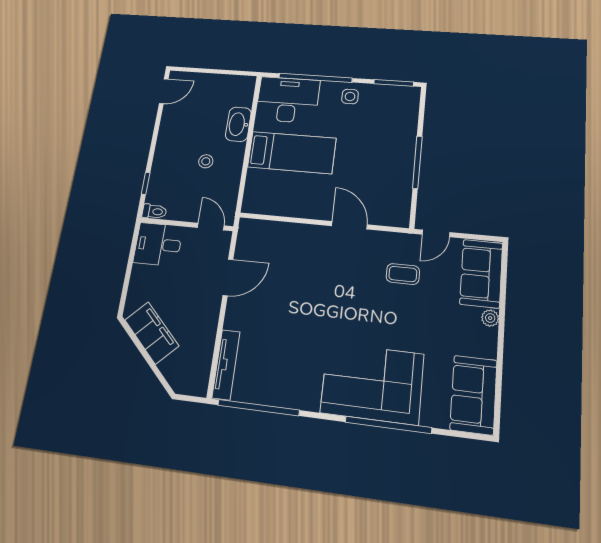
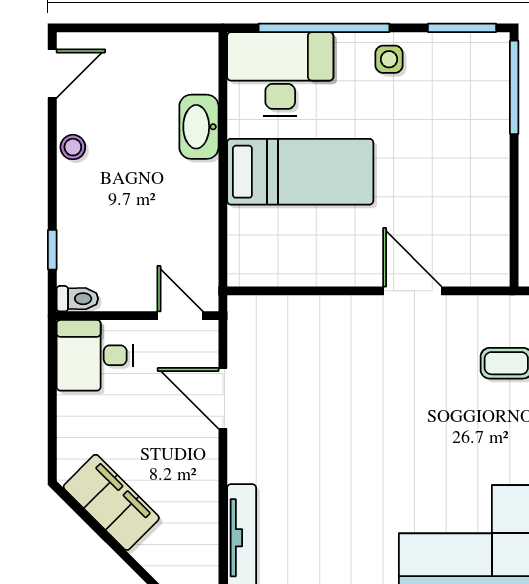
stool: (206, 161) -> (73, 147), moved
window: (417, 162) -> (514, 87), moved
door: (228, 277) -> (223, 398), swing flipped

